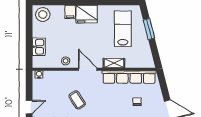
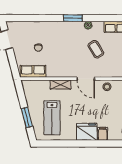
row of seats: (129, 77) -> (33, 71), width x0.50

